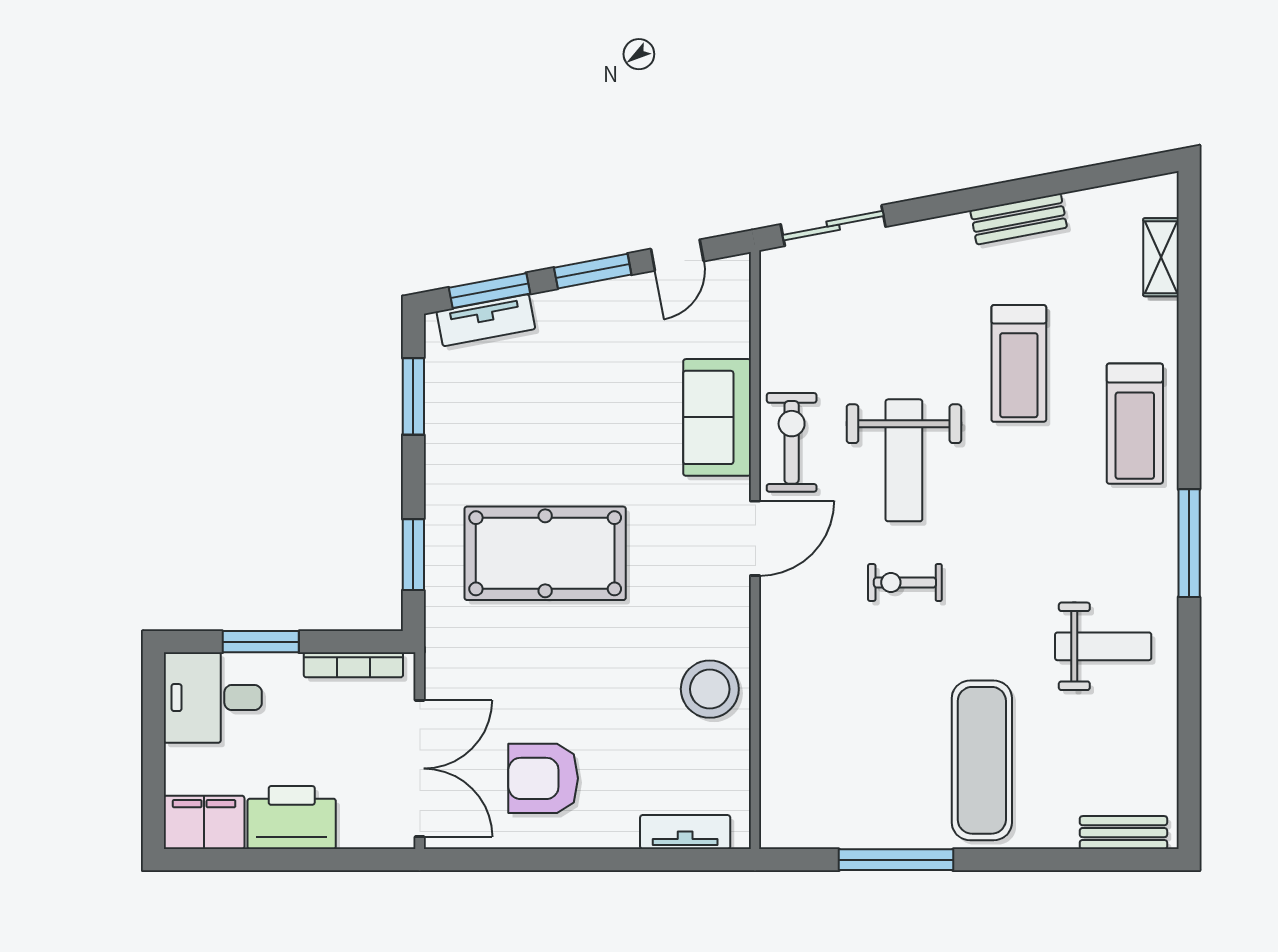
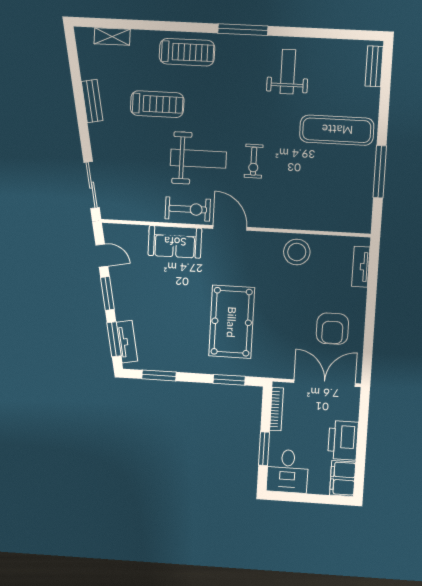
exercise bike: (792, 442) -> (188, 209), turned 180

